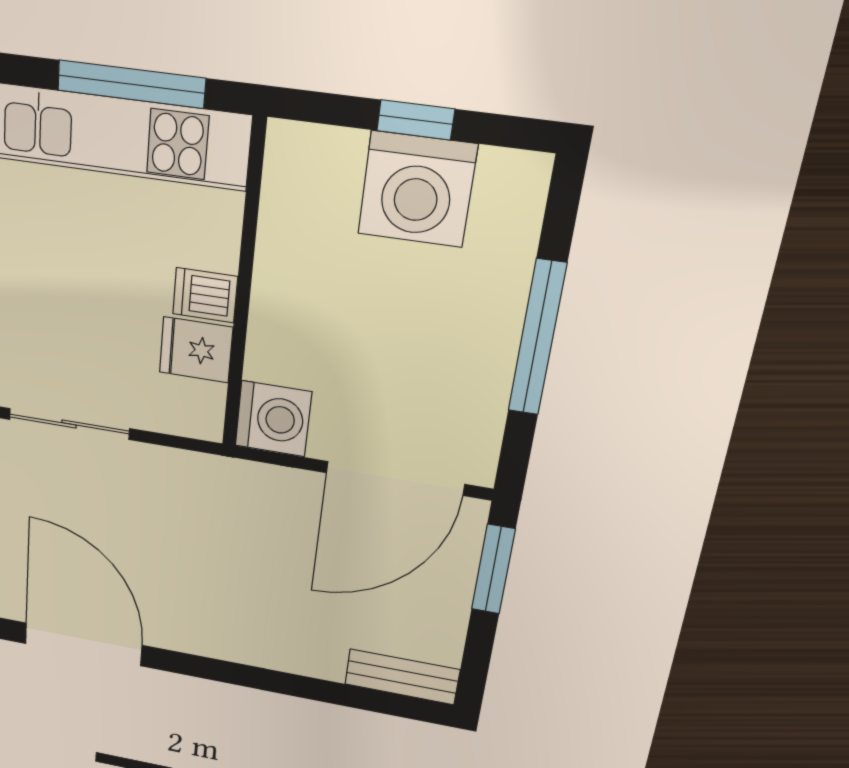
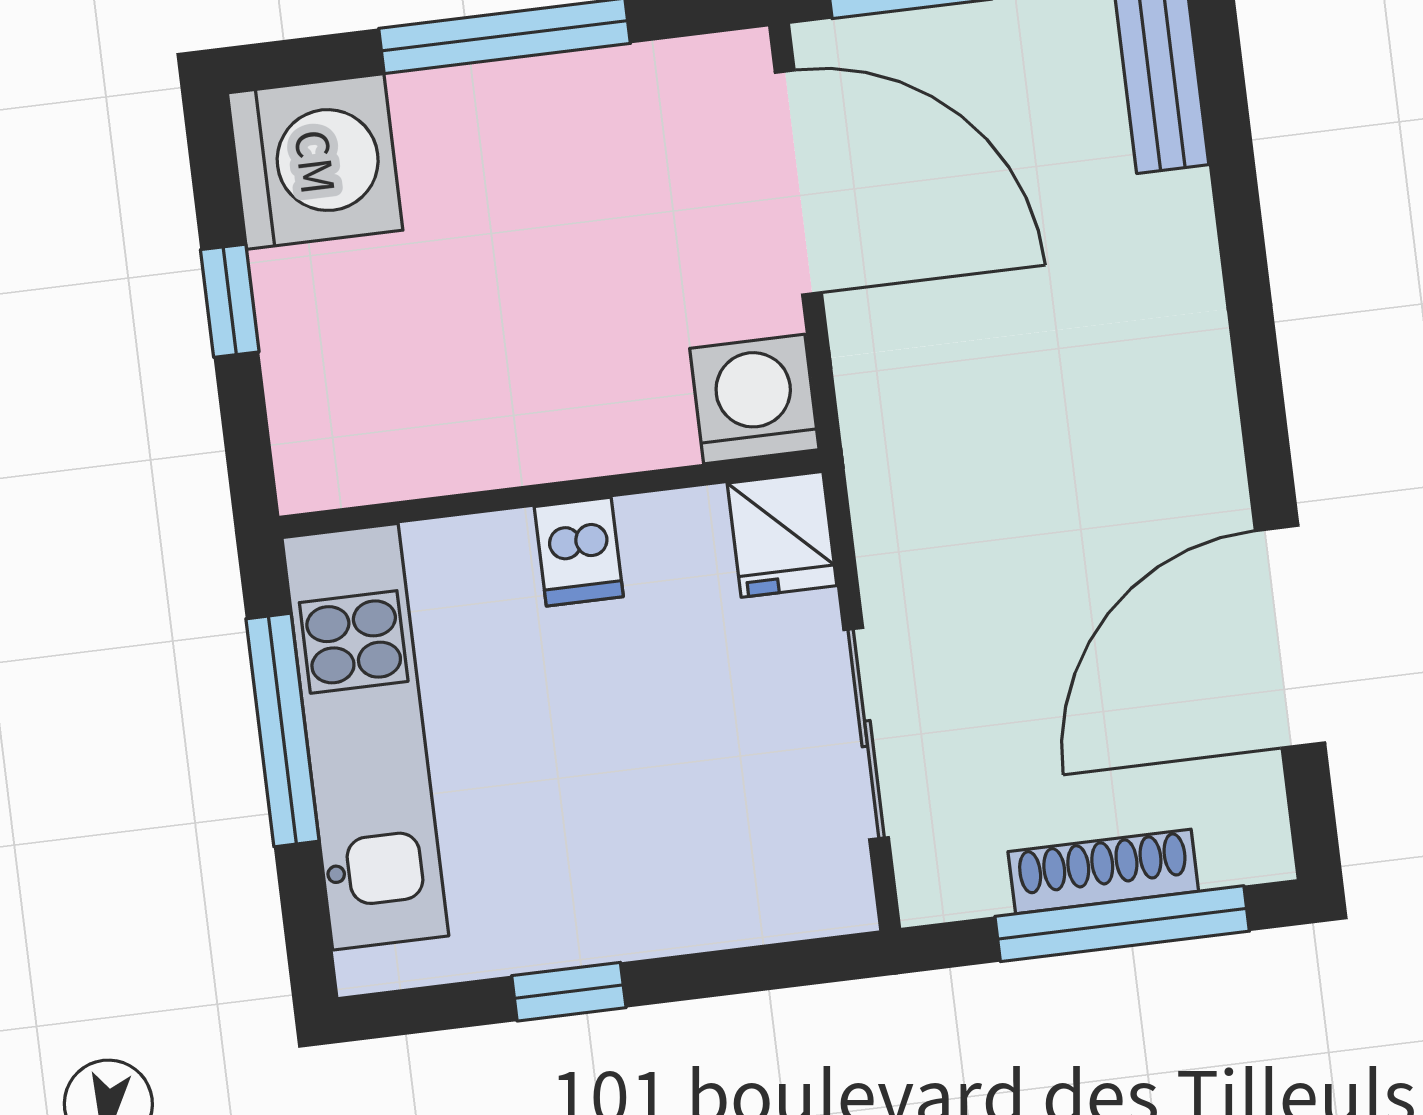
washing machine: (417, 189) -> (315, 162), moved
fridge: (196, 350) -> (782, 534), moved

